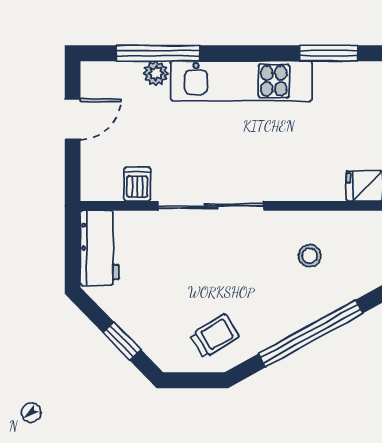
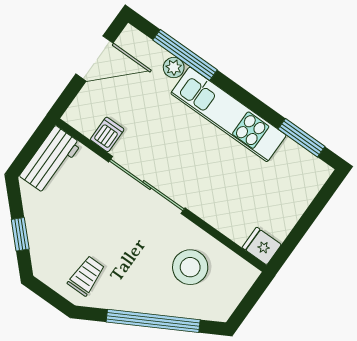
door: (73, 119) -> (95, 58), width x1.38
stool: (310, 256) -> (190, 267), width x1.89, depth x1.89
trolley: (215, 336) -> (86, 276), turned -59

